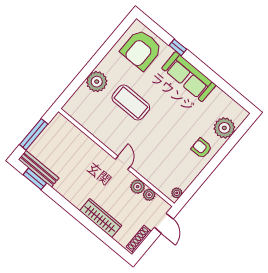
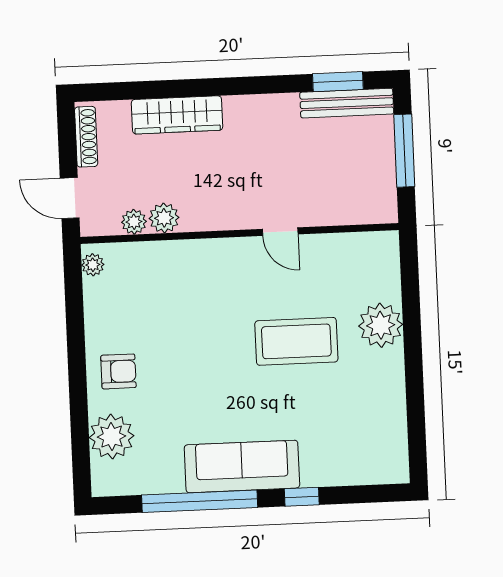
armchair: (141, 50) -> (356, 440), removed
window: (214, 78) -> (200, 501), added
door: (123, 163) -> (280, 232), moved

